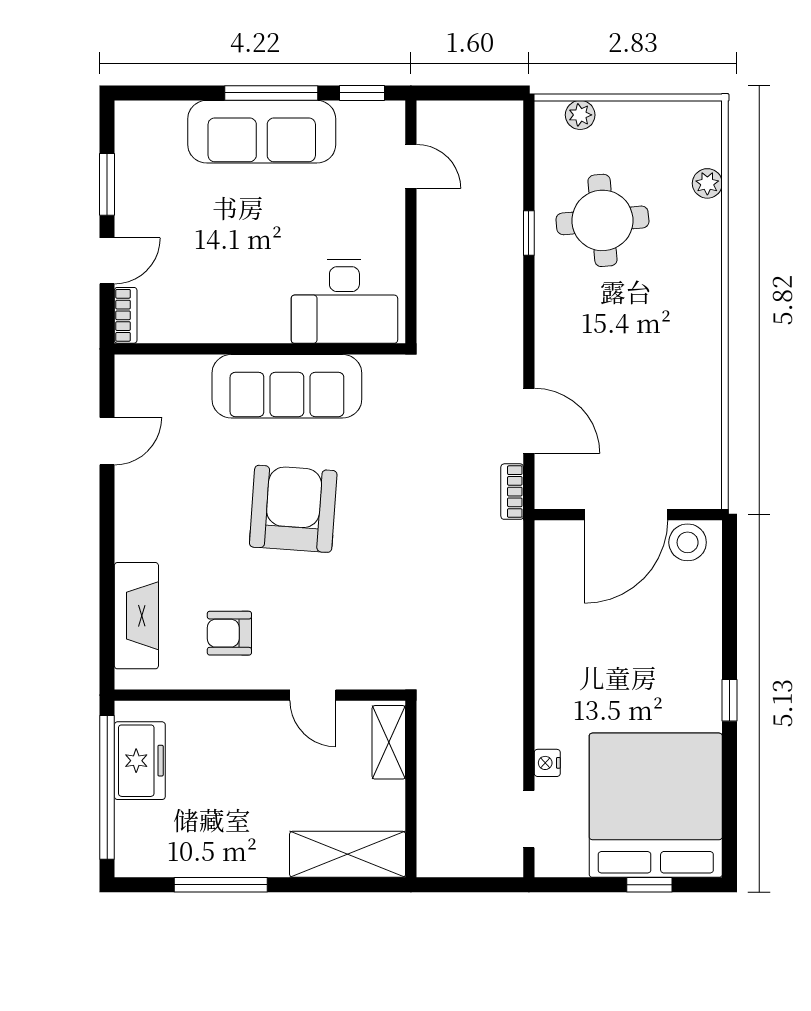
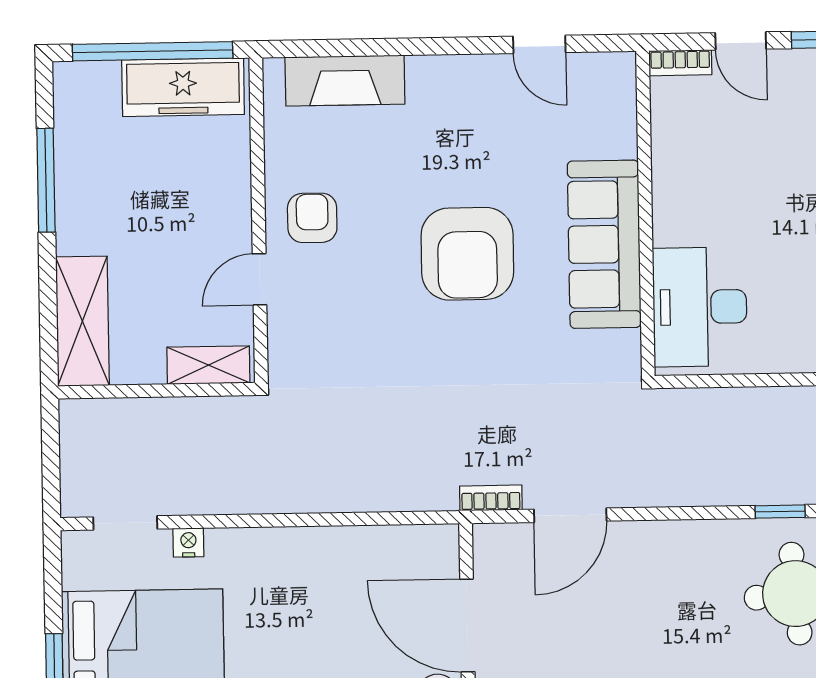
armchair: (293, 509) -> (467, 254), turned 86
armchair: (229, 633) -> (312, 218), moved
freezer: (140, 761) -> (183, 87), width x1.40

